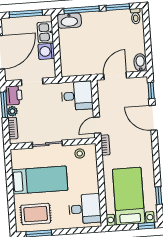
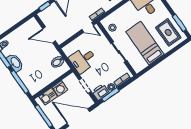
washbasin: (69, 21) -> (15, 63), moved
bidet: (140, 63) -> (58, 62), moved
desk: (77, 96) -> (83, 60), moved, turned -90

